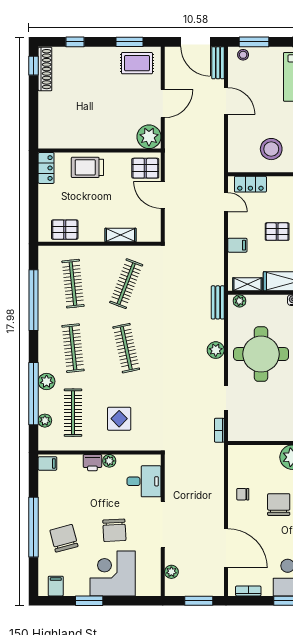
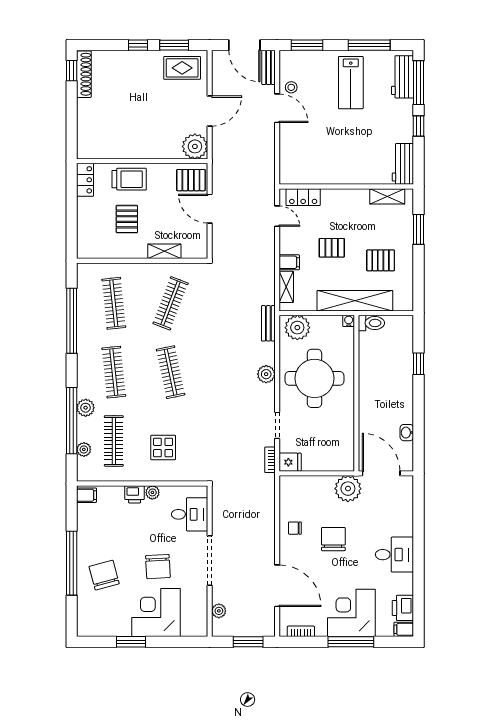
window: (75, 42) -> (138, 45), moved
stool: (243, 55) -> (291, 87), moved
stool: (271, 149) -> (325, 160), removed
trolley: (87, 167) -> (129, 179), turned 180
pallet: (65, 230) -> (127, 219), moved, turned 90
shelving: (248, 284) -> (286, 287), moved, turned 90
plant: (239, 301) -> (297, 328), width x1.88, depth x1.88
fridge: (238, 432) -> (290, 462), added
filing cabinet: (56, 586) -> (95, 626), removed

